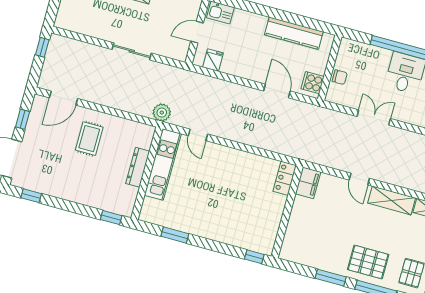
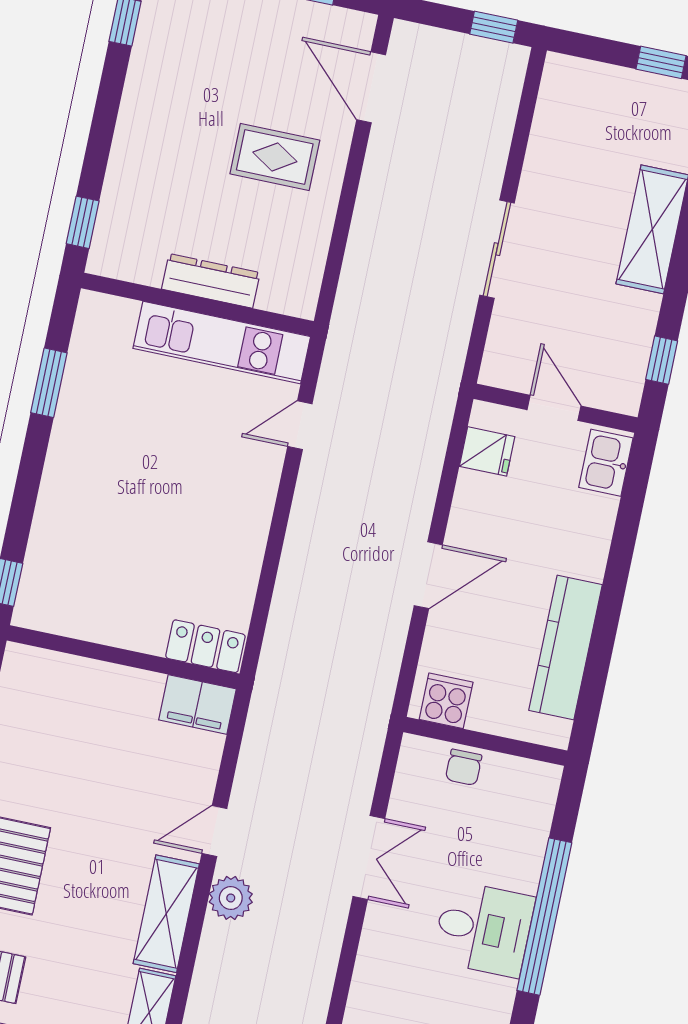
door: (277, 91) -> (428, 575), moved
plant: (162, 113) -> (231, 898), moved

